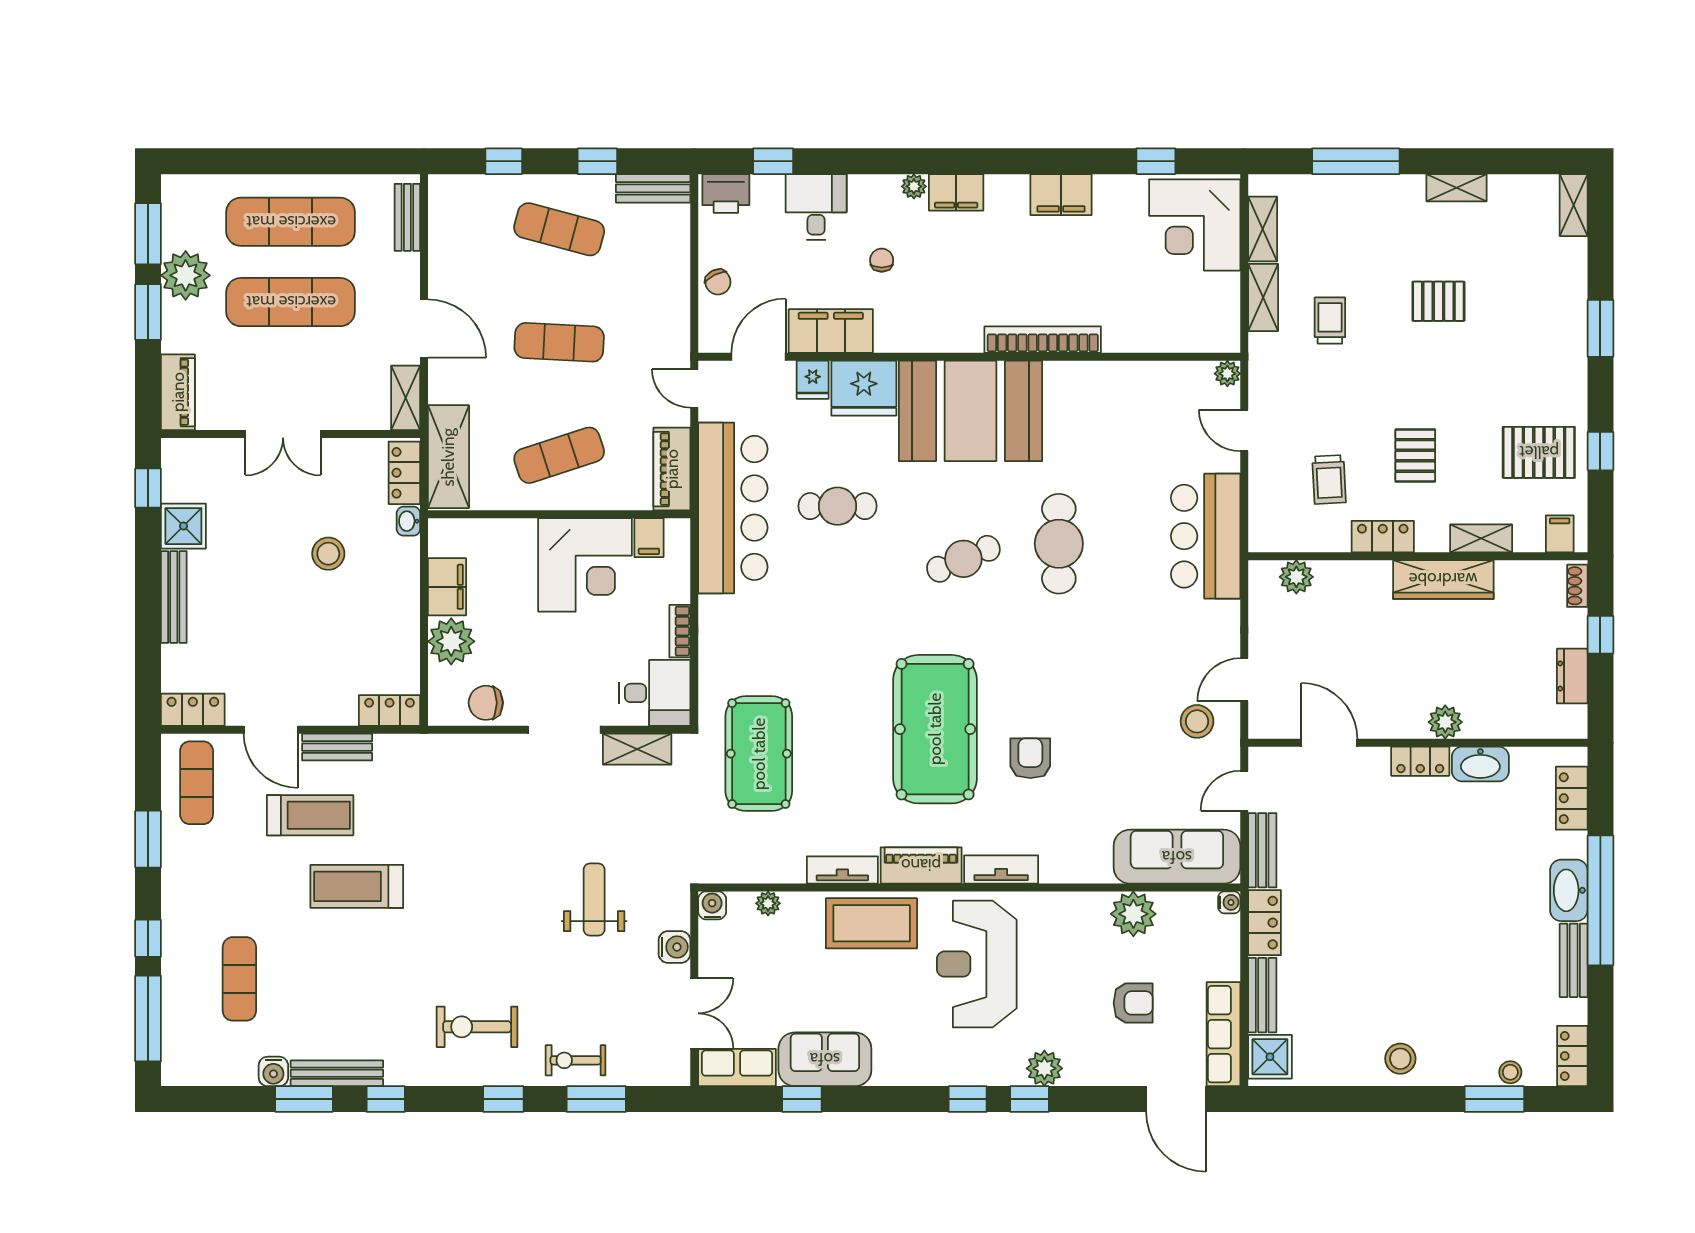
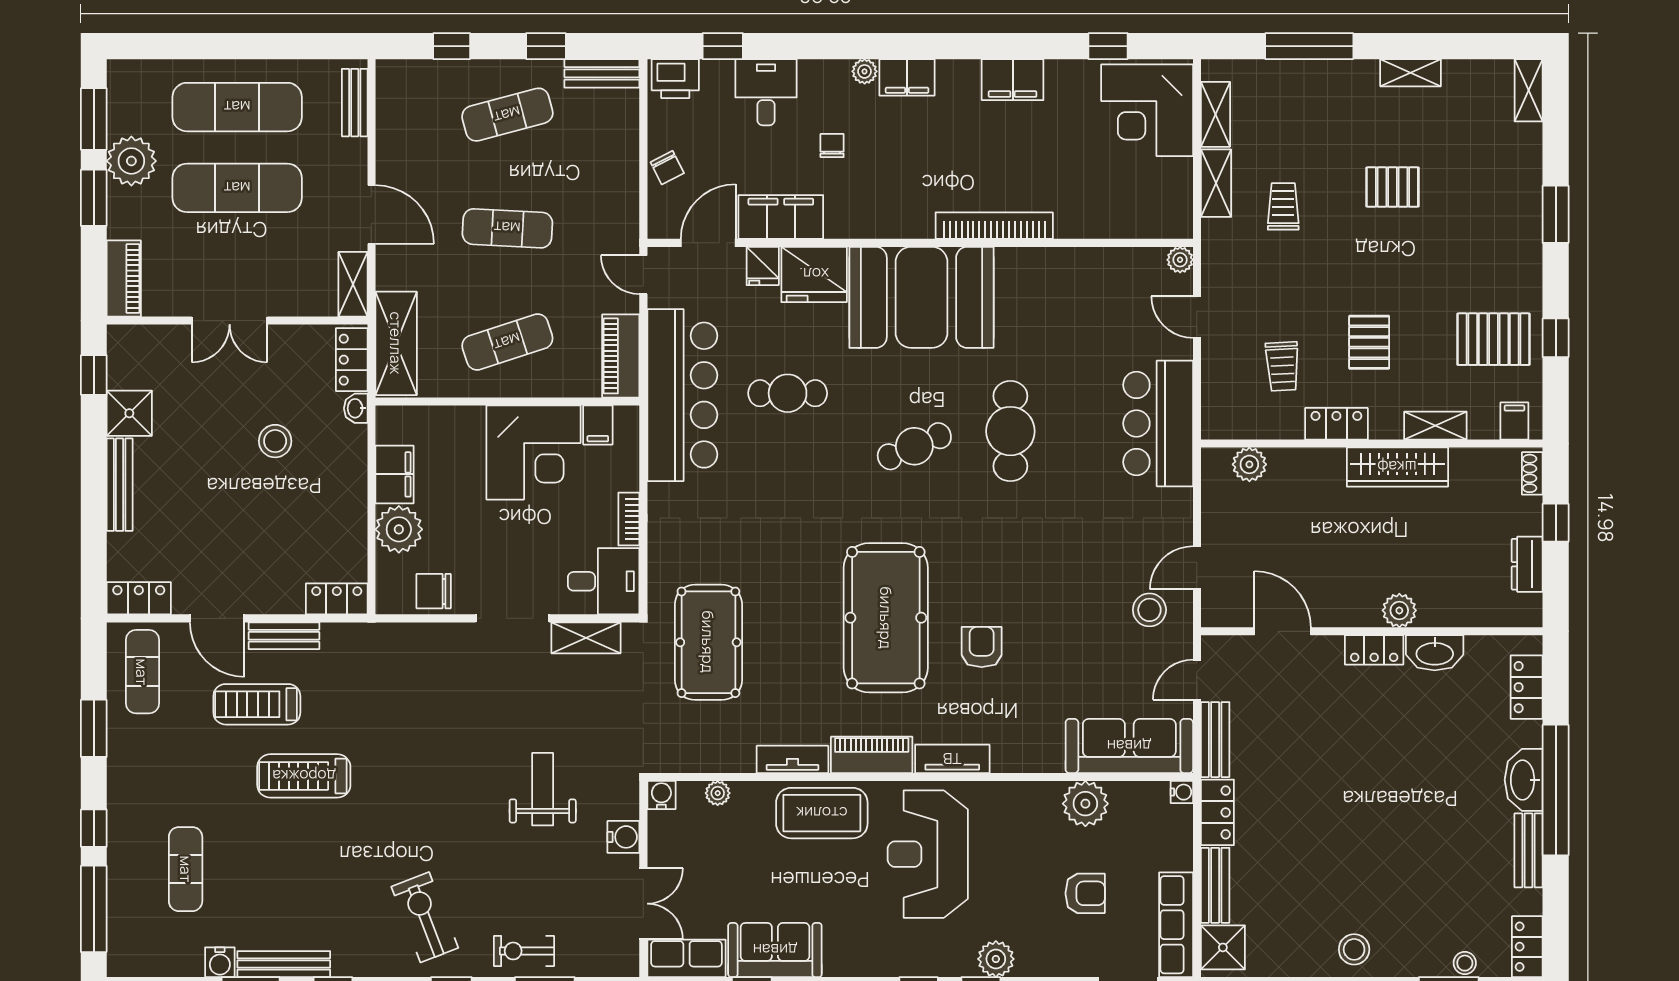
exercise mat: (559, 229) -> (507, 115), turned -30
treadmill: (310, 815) -> (257, 704), turned 180
exercise bike: (477, 1027) -> (425, 917), turned 69

